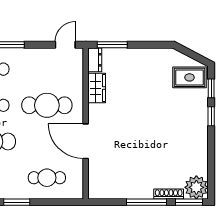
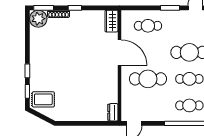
window: (112, 45) -> (100, 123), removed
wardrobe: (97, 88) -> (111, 21), moved
window: (146, 202) -> (75, 8), width x0.46

